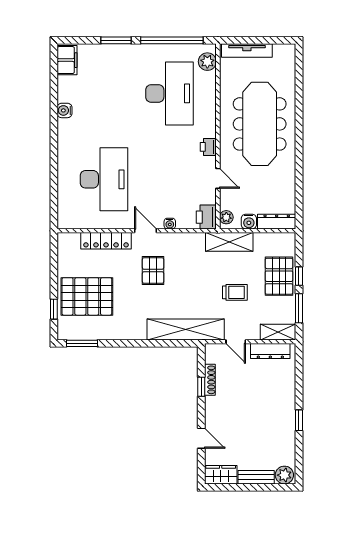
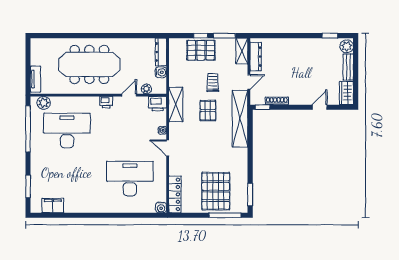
window: (116, 40) -> (28, 187), moved
tv unit: (247, 50) -> (35, 79), width x0.71
filing cabinet: (67, 60) -> (53, 206), moved
water cooler: (65, 110) -> (161, 207), moved
plant: (226, 217) -> (146, 89), moved
door: (146, 231) -> (168, 148), hinge flipped
locker: (106, 241) -> (175, 194), moved
shelving: (229, 242) -> (176, 104), moved
pallet: (153, 271) -> (208, 111), moved, turned 90
window: (54, 309) -> (225, 215), width x2.17
window: (201, 387) -> (263, 107), moved
window: (299, 420) -> (330, 36), moved

